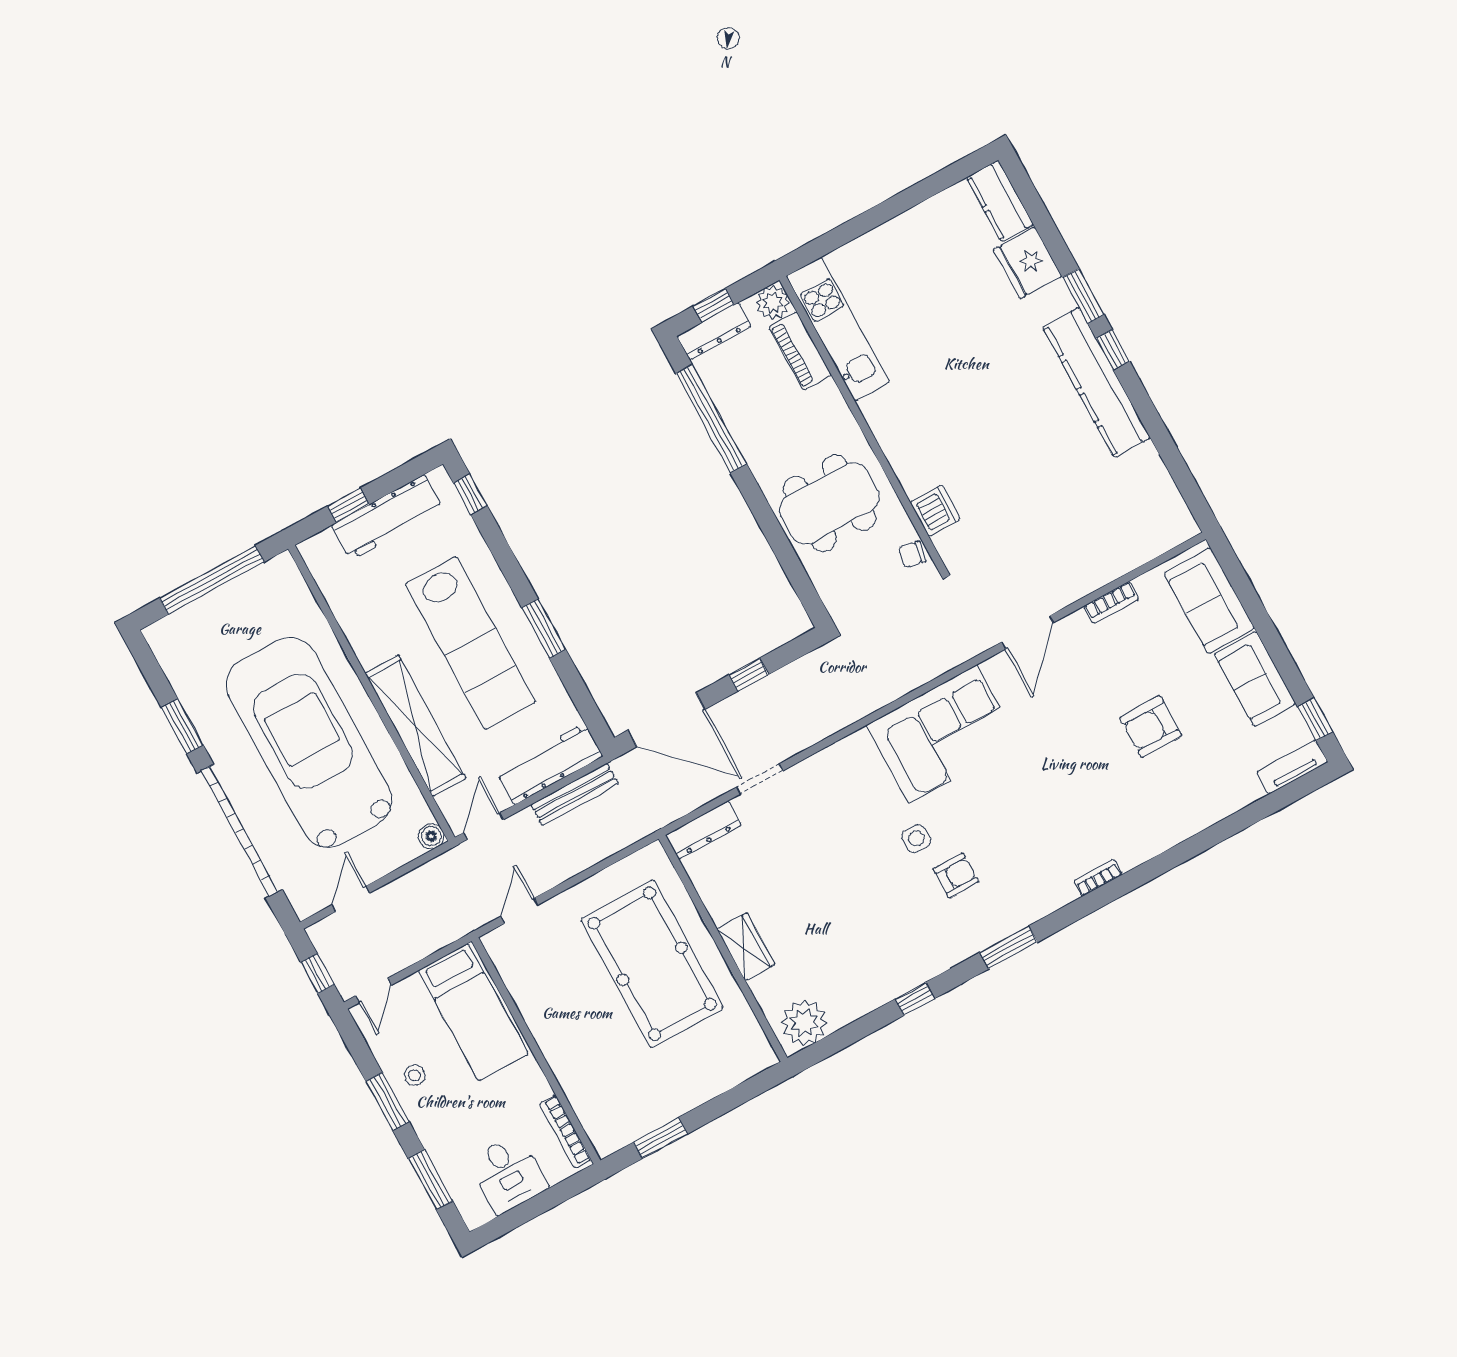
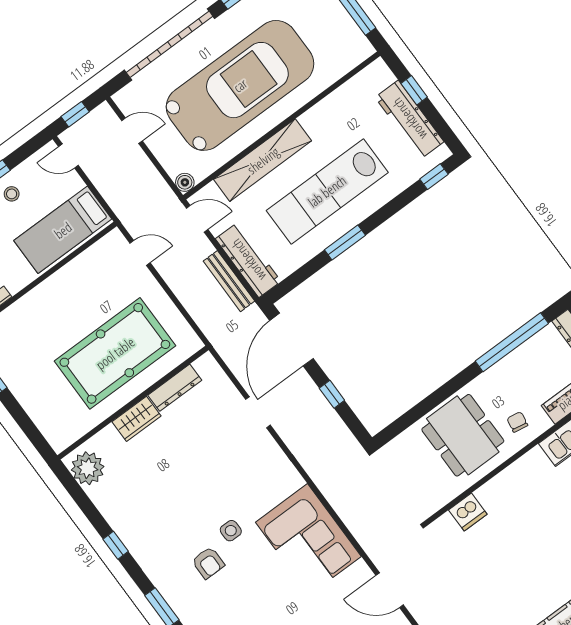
chair: (912, 554) -> (517, 422), moved
dresser: (703, 830) -> (175, 388), moved, turned -90

